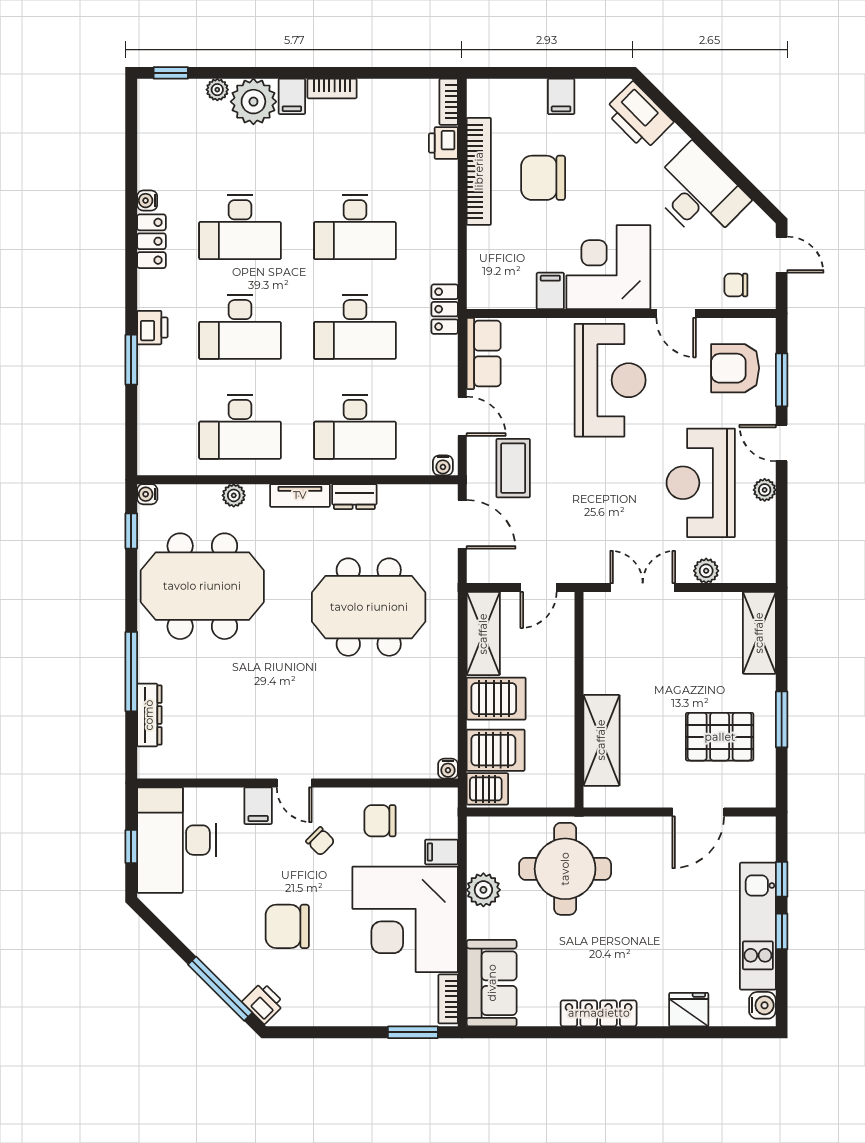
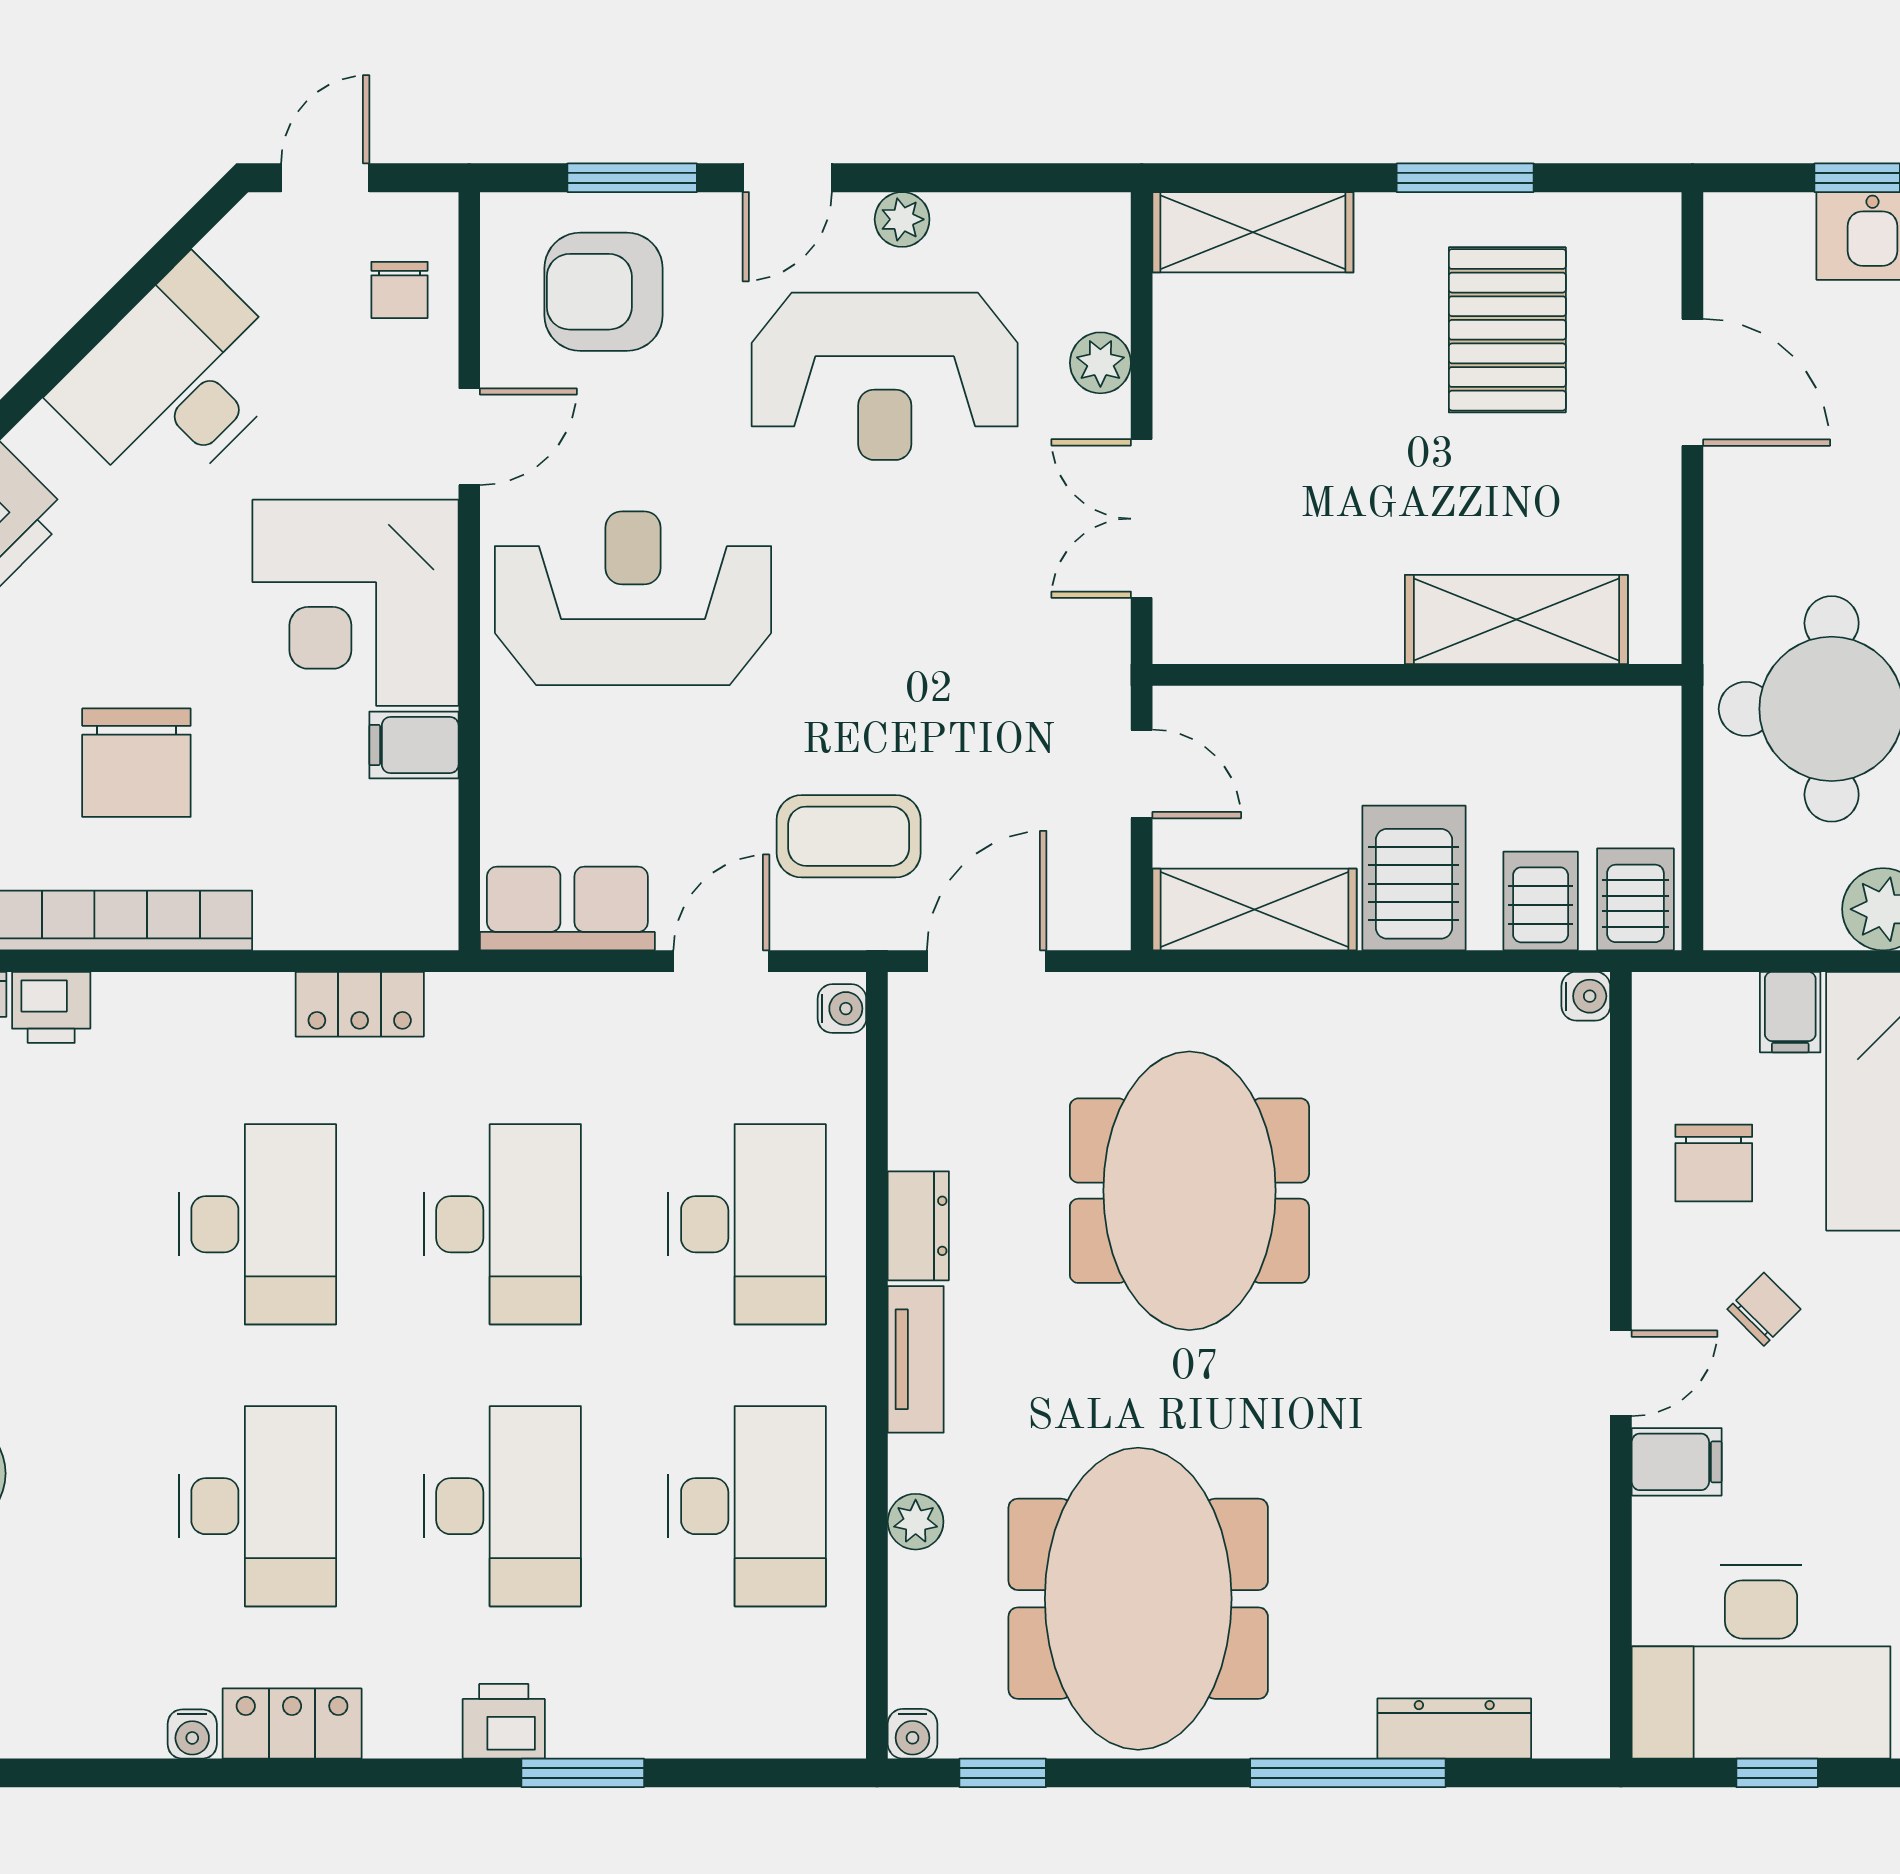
locker: (445, 309) -> (360, 1004), moved
armchair: (735, 368) -> (604, 292), turned 90
server rack: (496, 750) -> (1541, 901), width x0.73, depth x0.70

